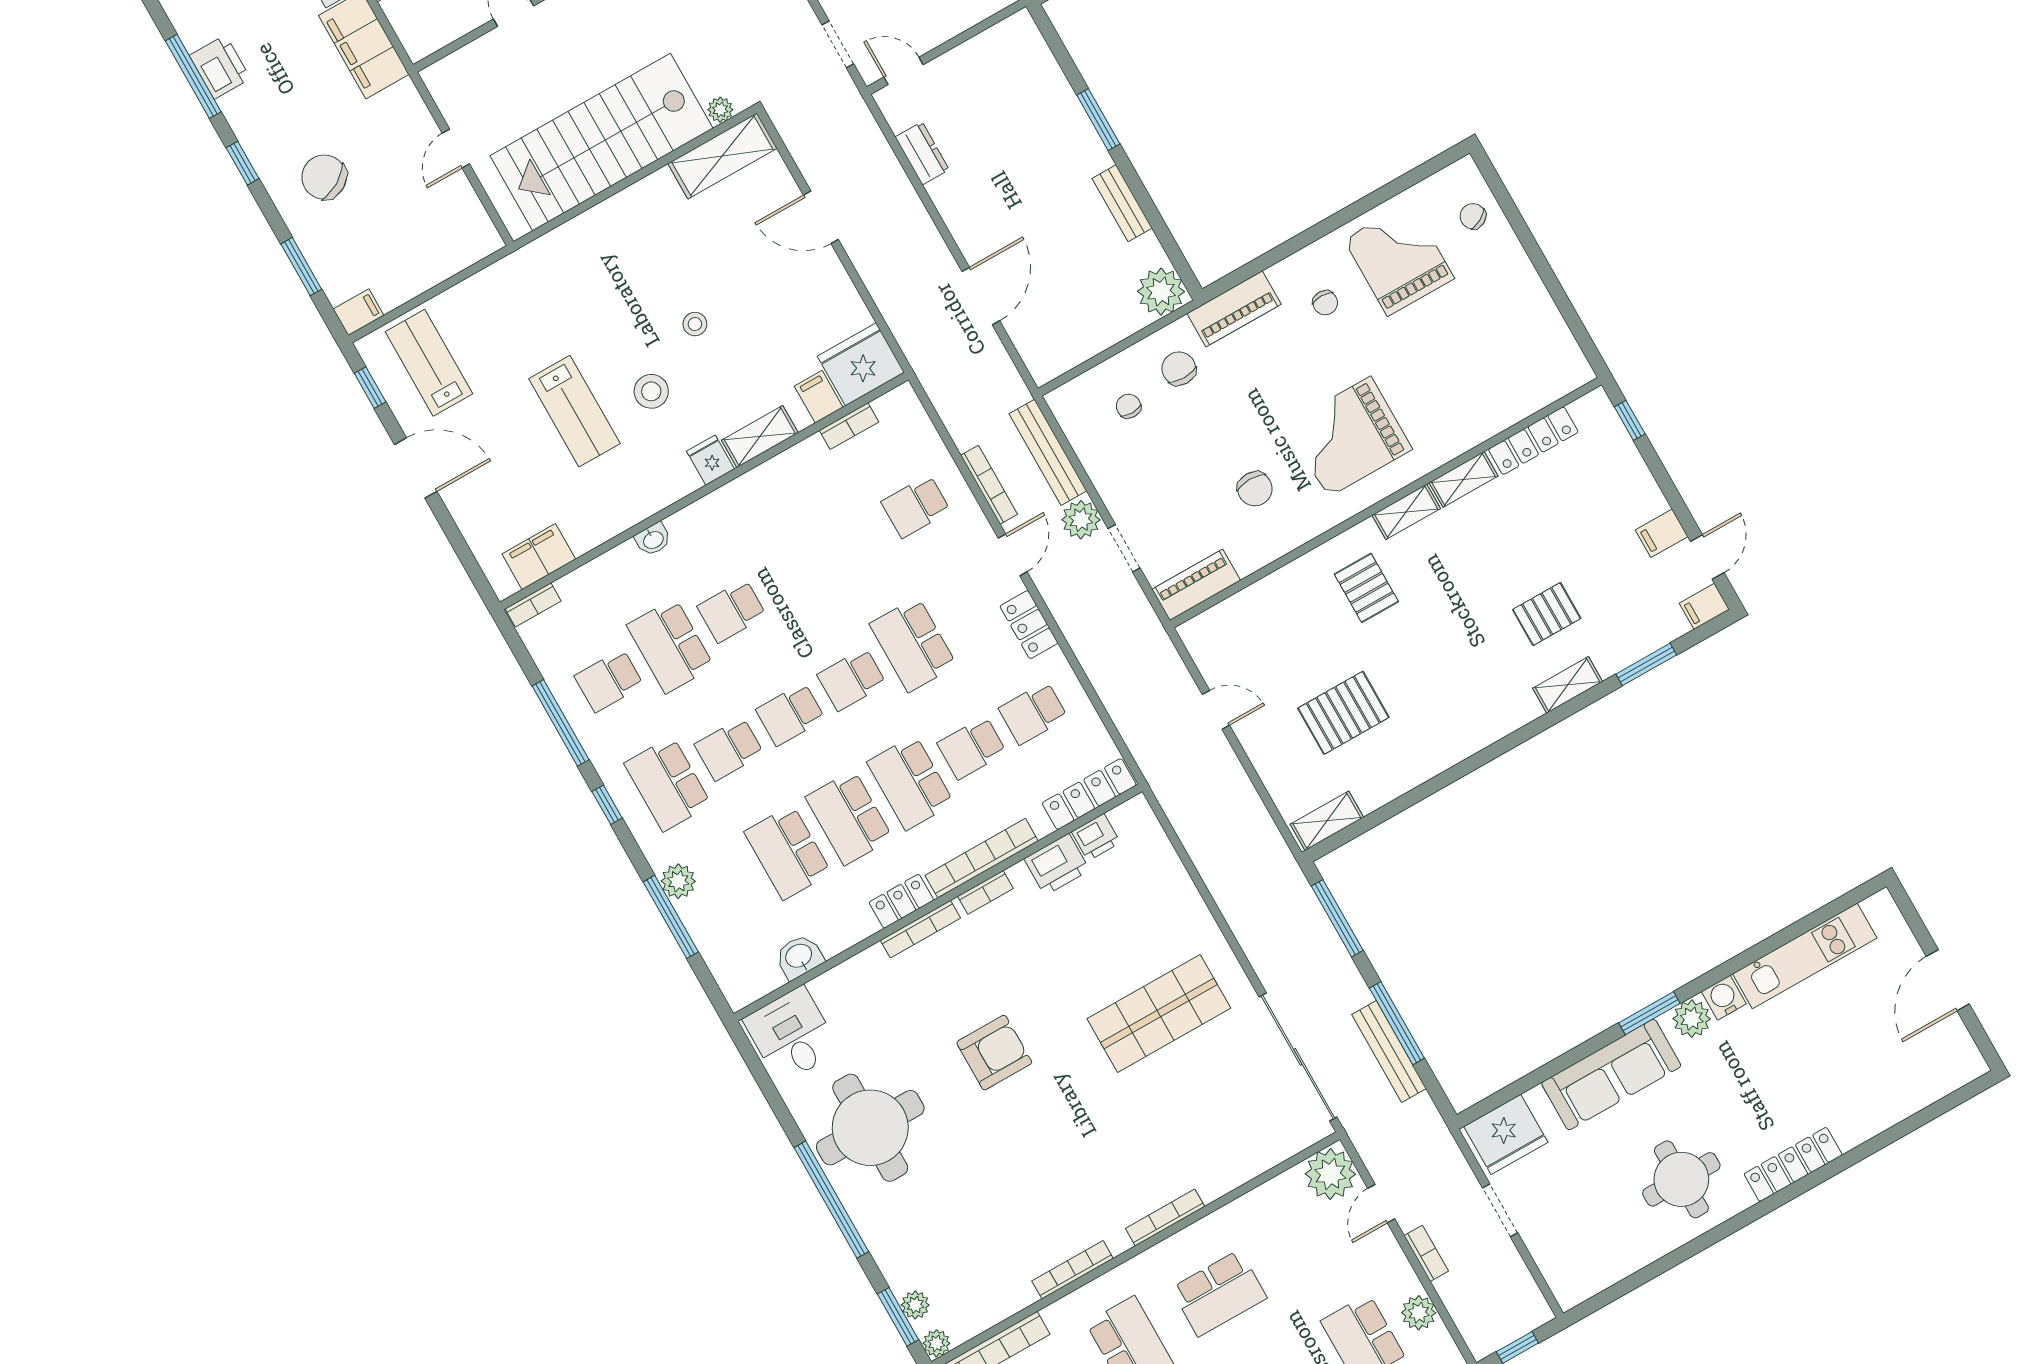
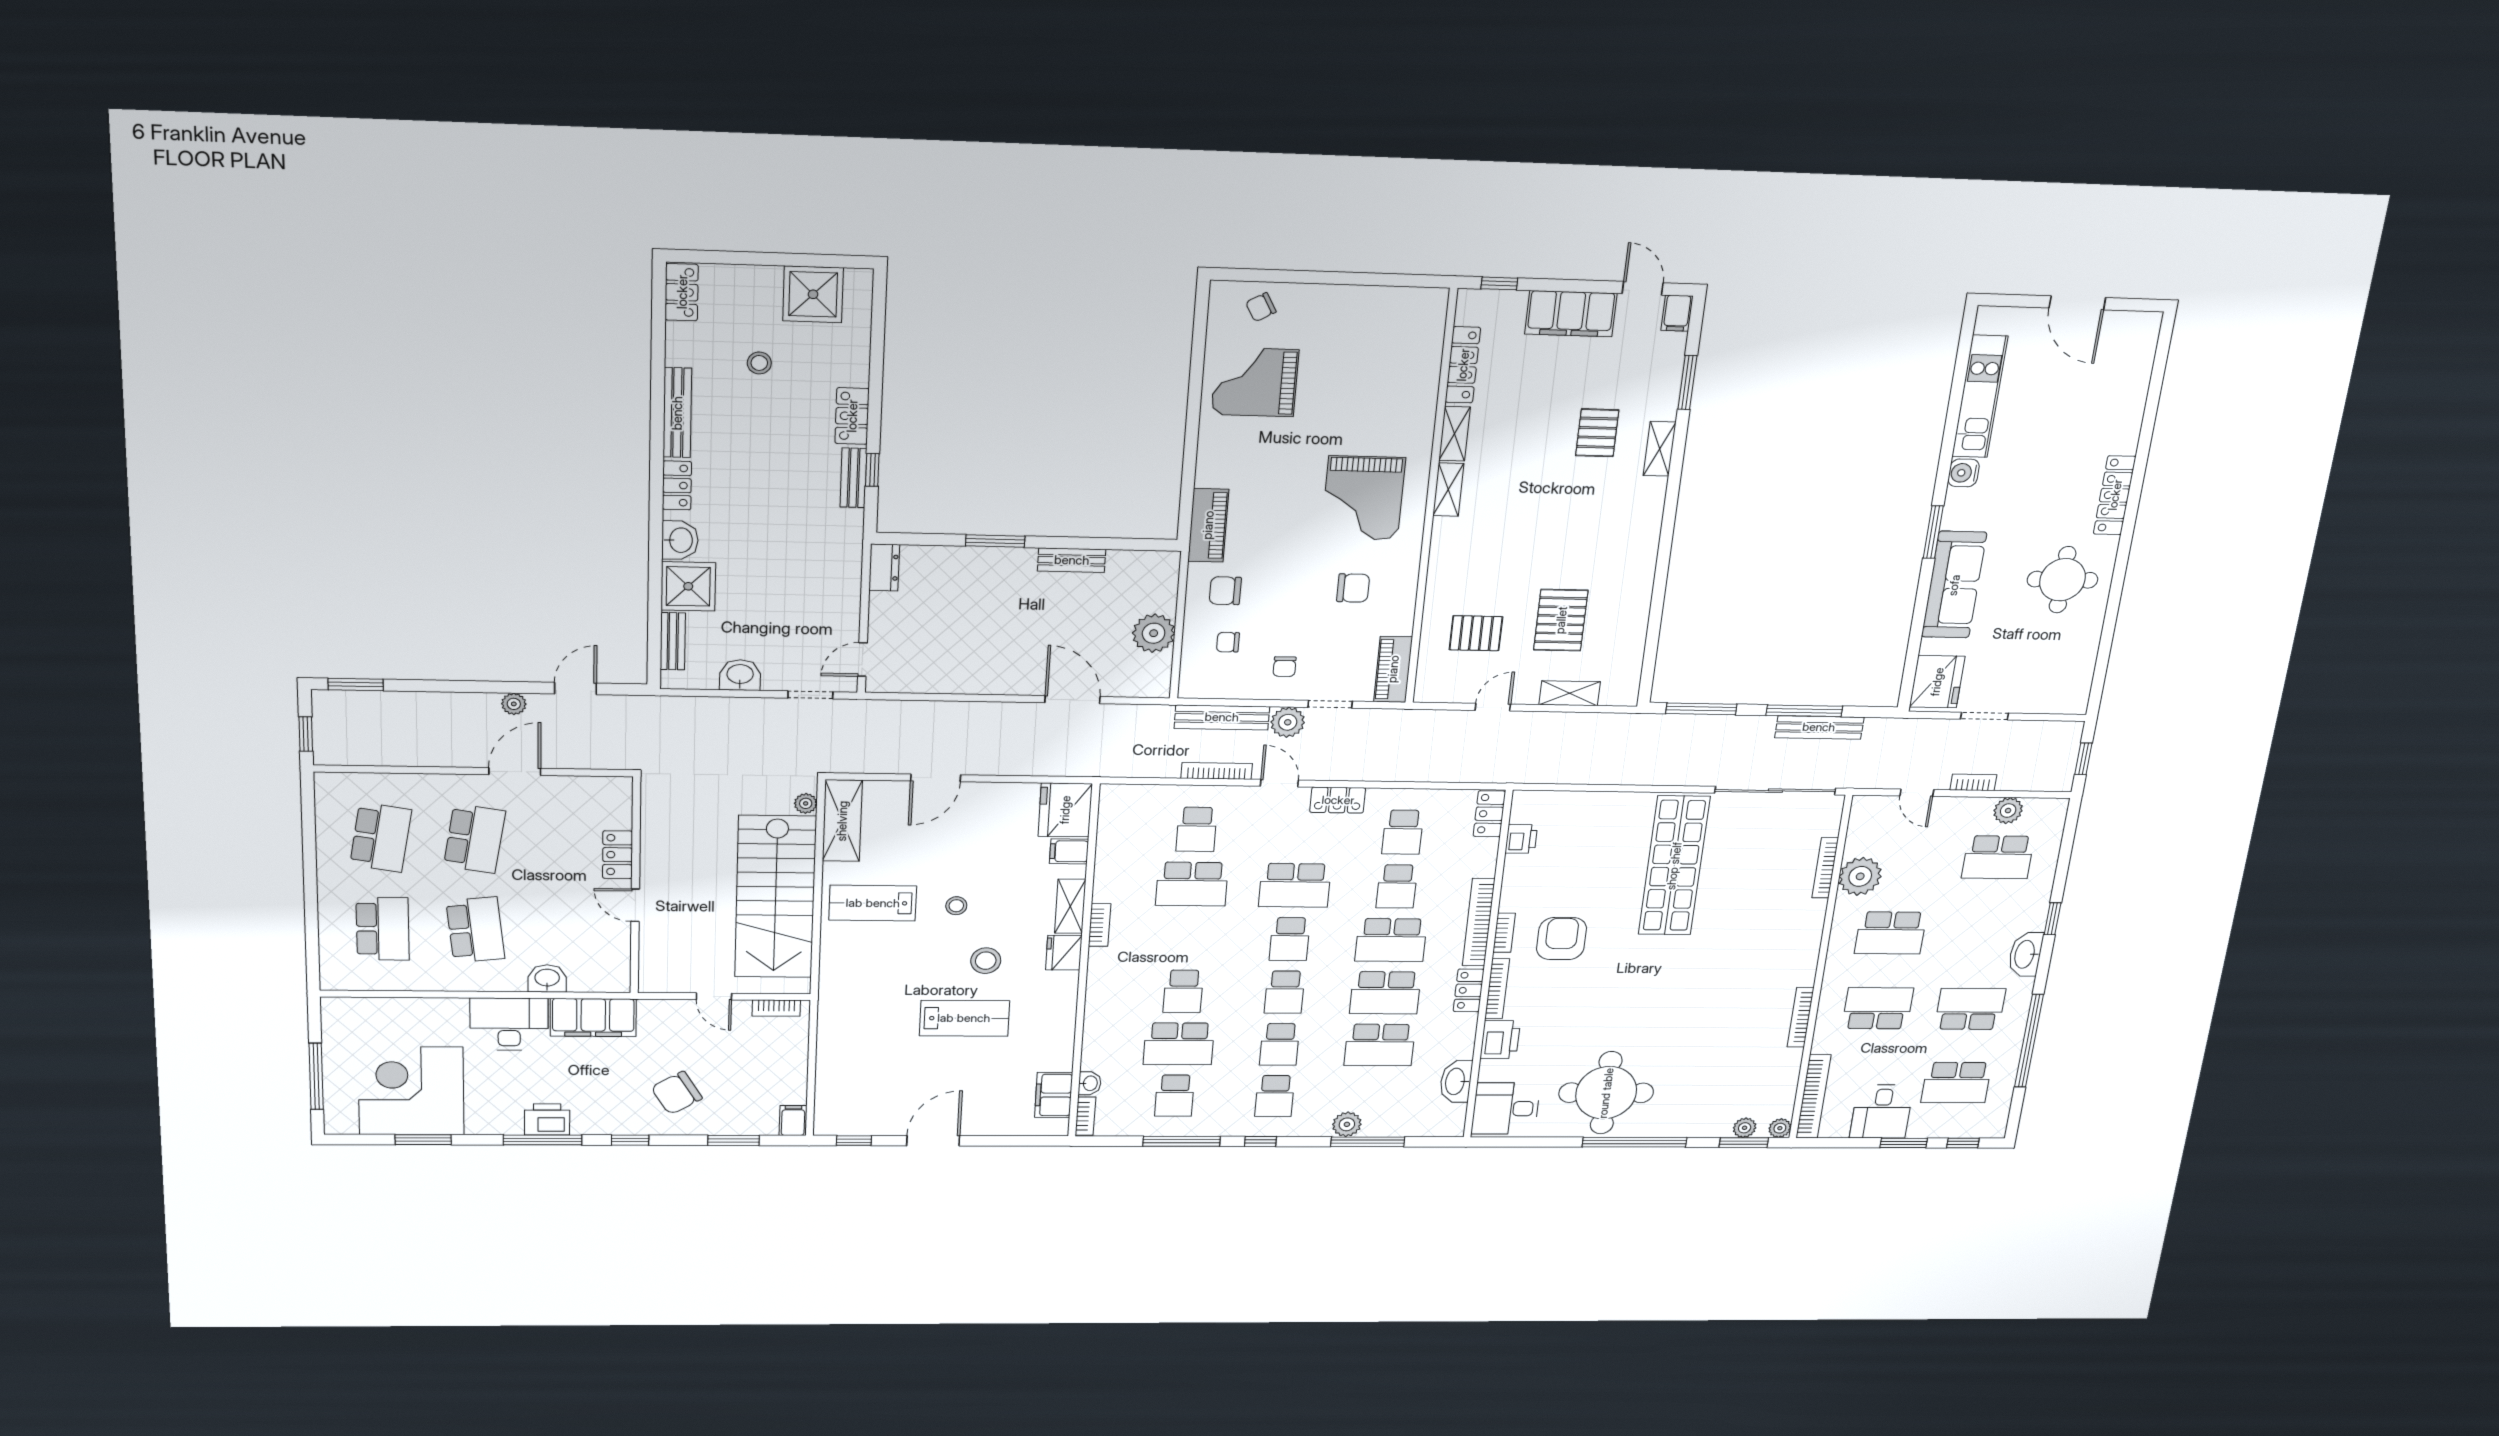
dresser: (922, 153) -> (884, 567), moved, turned 90
bookcase: (478, 218) -> (776, 1008), added
plant: (1161, 292) -> (1154, 633), moved
chair: (1325, 303) -> (1285, 667), moved, turned 90
lab bench: (429, 363) -> (873, 903), moved
bookcase: (849, 426) -> (1099, 925), moved
fridge: (711, 460) -> (1064, 953), width x1.38
filing cabinet: (1662, 533) -> (1571, 314), width x3.00, depth x1.17
washbasin: (653, 539) -> (1090, 1083), moved
school desk: (854, 541) -> (1192, 884), added
pallet: (1366, 588) -> (1476, 633), moved
school desk: (668, 784) -> (1275, 1096), width x0.54
locker: (1089, 794) -> (1489, 814), width x0.66
shelving: (1327, 821) -> (1570, 693), moved, turned 90
printer: (1057, 864) -> (1500, 1040), moved
washbasin: (799, 957) -> (1456, 1082), width x1.38
shop shelf: (1159, 1013) -> (1674, 866), width x1.40
plant: (1692, 1019) -> (1960, 505), removed
armchair: (994, 1053) -> (1562, 939), moved
plant: (1330, 1174) -> (1860, 876), moved
bookcase: (1165, 1218) -> (1825, 868), moved
school desk: (1219, 1293) -> (1891, 933), turned 90

